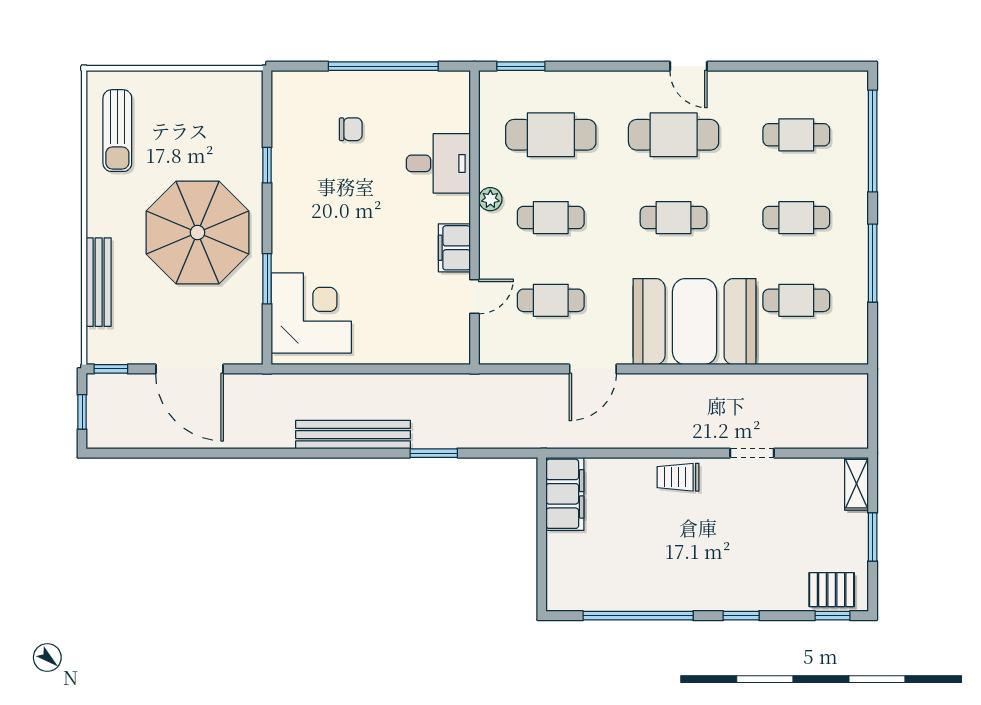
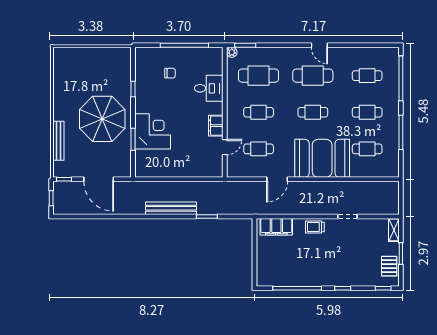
sun lounger: (117, 131) -> (67, 74), removed
plant: (490, 199) -> (232, 52), moved
corner desk: (311, 313) -> (153, 131), moved
filing cabinet: (565, 494) -> (276, 227), moved, turned 90
pallet: (832, 590) -> (389, 266), moved, turned 90

